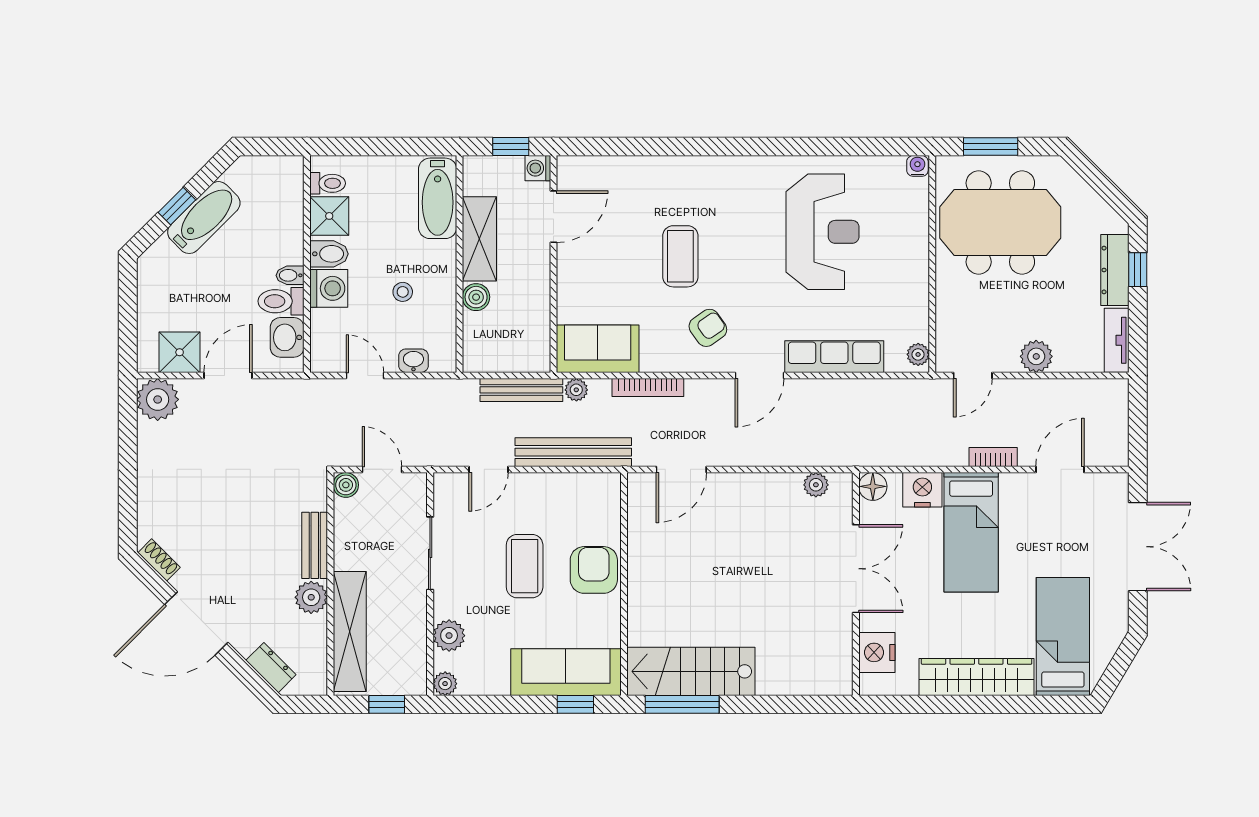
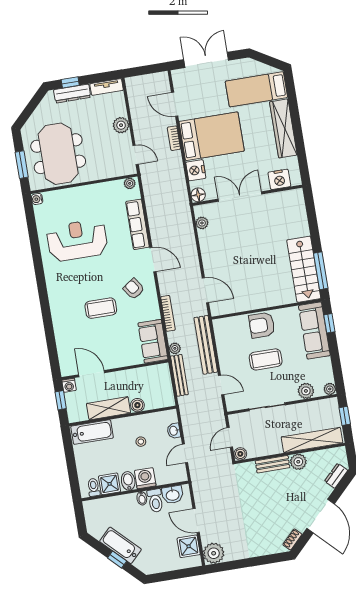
bed: (971, 532) -> (212, 136), width x1.50

